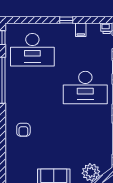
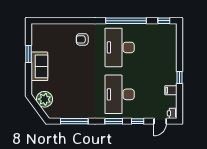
desk: (32, 50) -> (120, 47), moved

